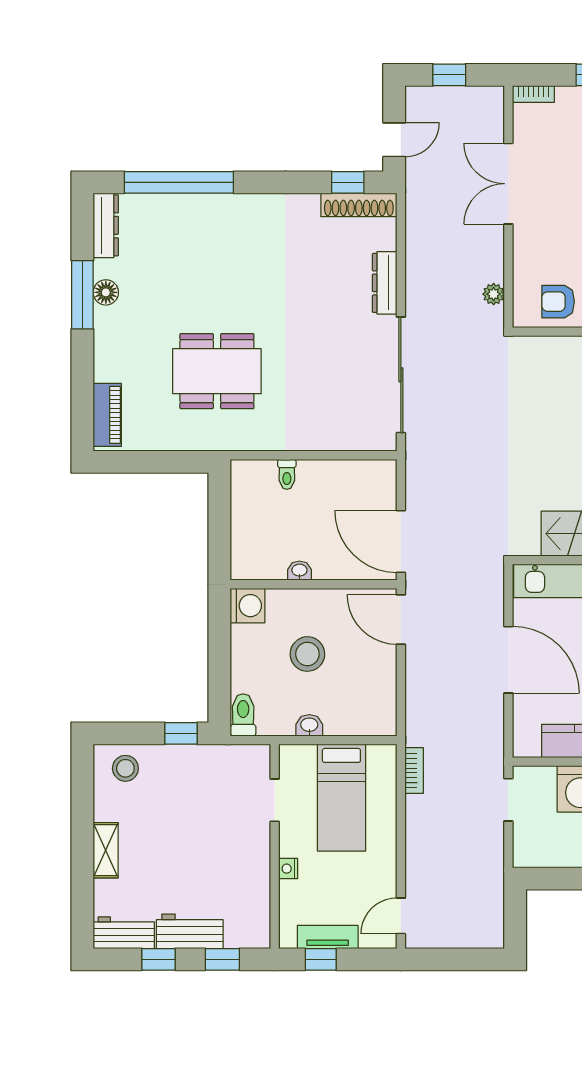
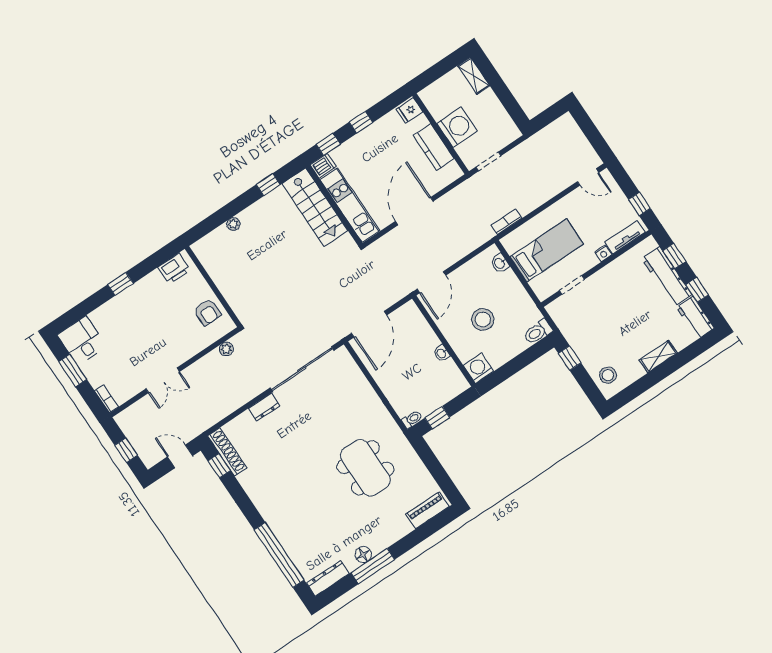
double door: (508, 184) -> (163, 380), width x0.73
dresser: (385, 283) -> (264, 407), width x0.70
toilet: (287, 474) -> (412, 419), moved
window: (219, 509) -> (437, 418), added
door: (401, 542) -> (369, 324), moved
washbasin: (309, 725) -> (500, 263), moved
workbench: (190, 931) -> (667, 277), width x1.38
tv unit: (328, 937) -> (625, 237), moved, turned 90

